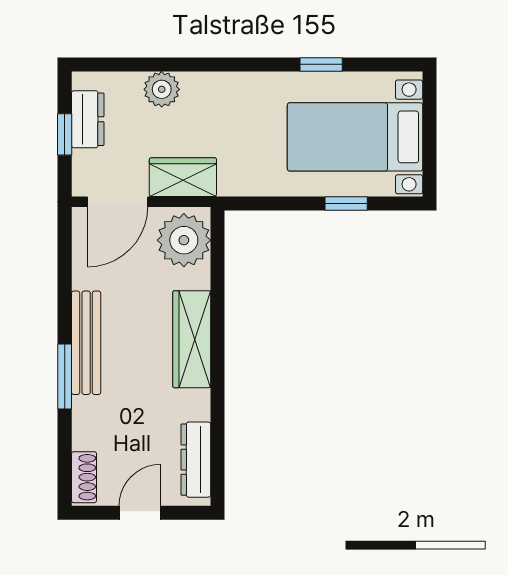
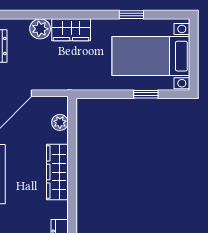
wardrobe: (183, 177) -> (71, 30), moved, turned 180
plant: (184, 240) -> (60, 122), width x0.53, depth x0.53

